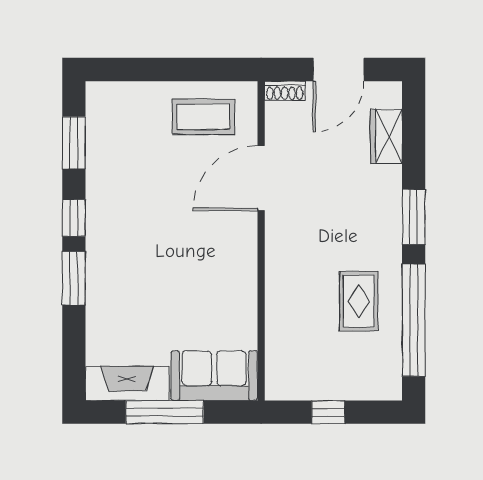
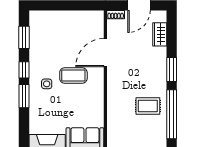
coffee table: (203, 117) -> (73, 76), moved
side table: (126, 250) -> (47, 84), added
rug: (359, 301) -> (148, 106), turned 90

